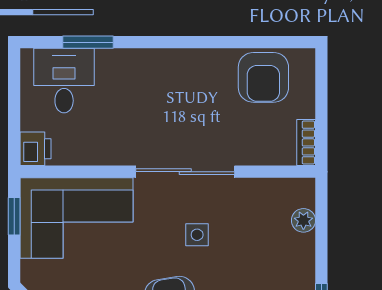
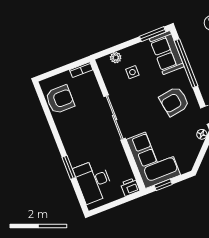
window: (88, 42) -> (69, 167), moved
desk: (64, 81) -> (93, 181), width x1.37
side table: (197, 235) -> (132, 72), moved

